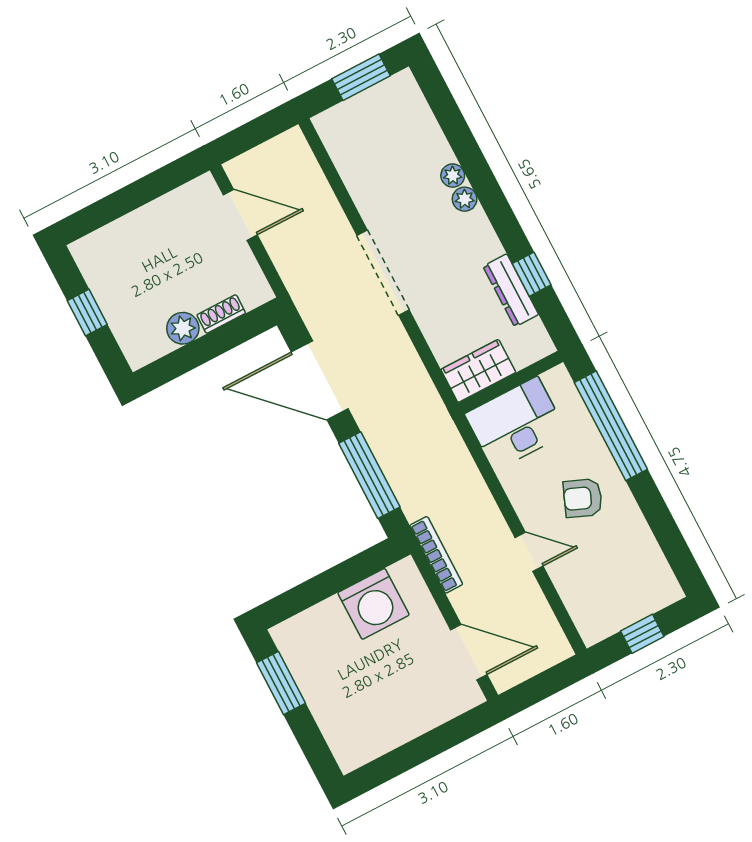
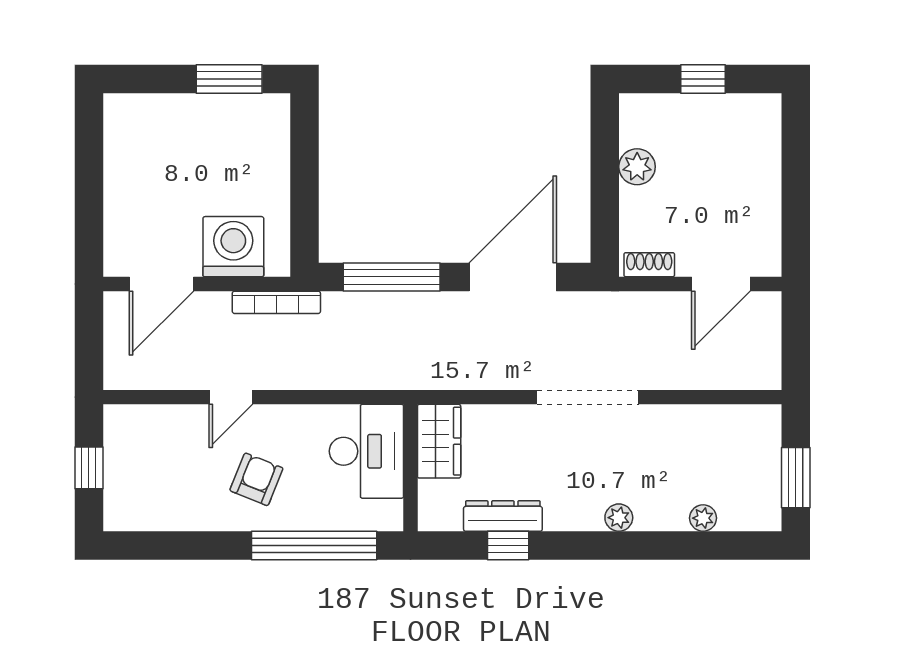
plant: (453, 176) -> (703, 518), moved
shoe rack: (221, 314) -> (649, 265), moved, turned -90
washing machine: (373, 604) -> (233, 247), moved, turned 90

